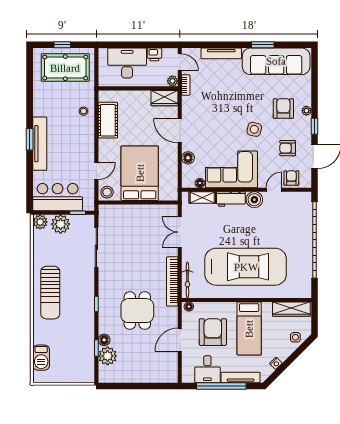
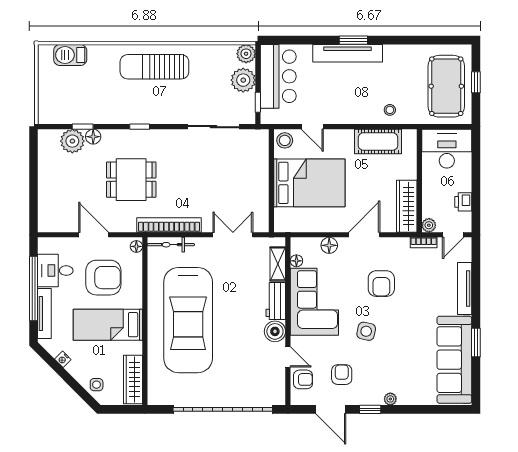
desk: (127, 63) -> (447, 149), moved, turned -90
wardrobe: (164, 98) -> (407, 206), width x1.50
armchair: (283, 108) -> (381, 284), moved, turned 90

